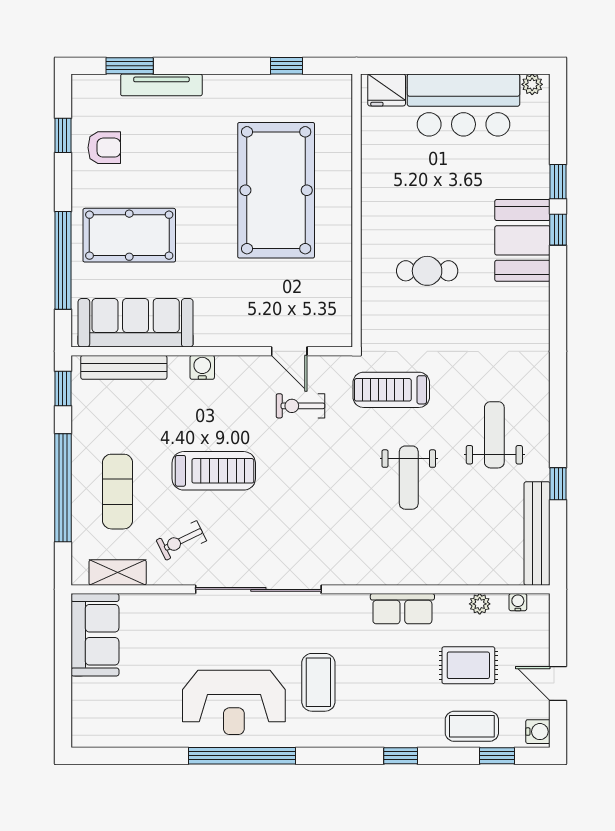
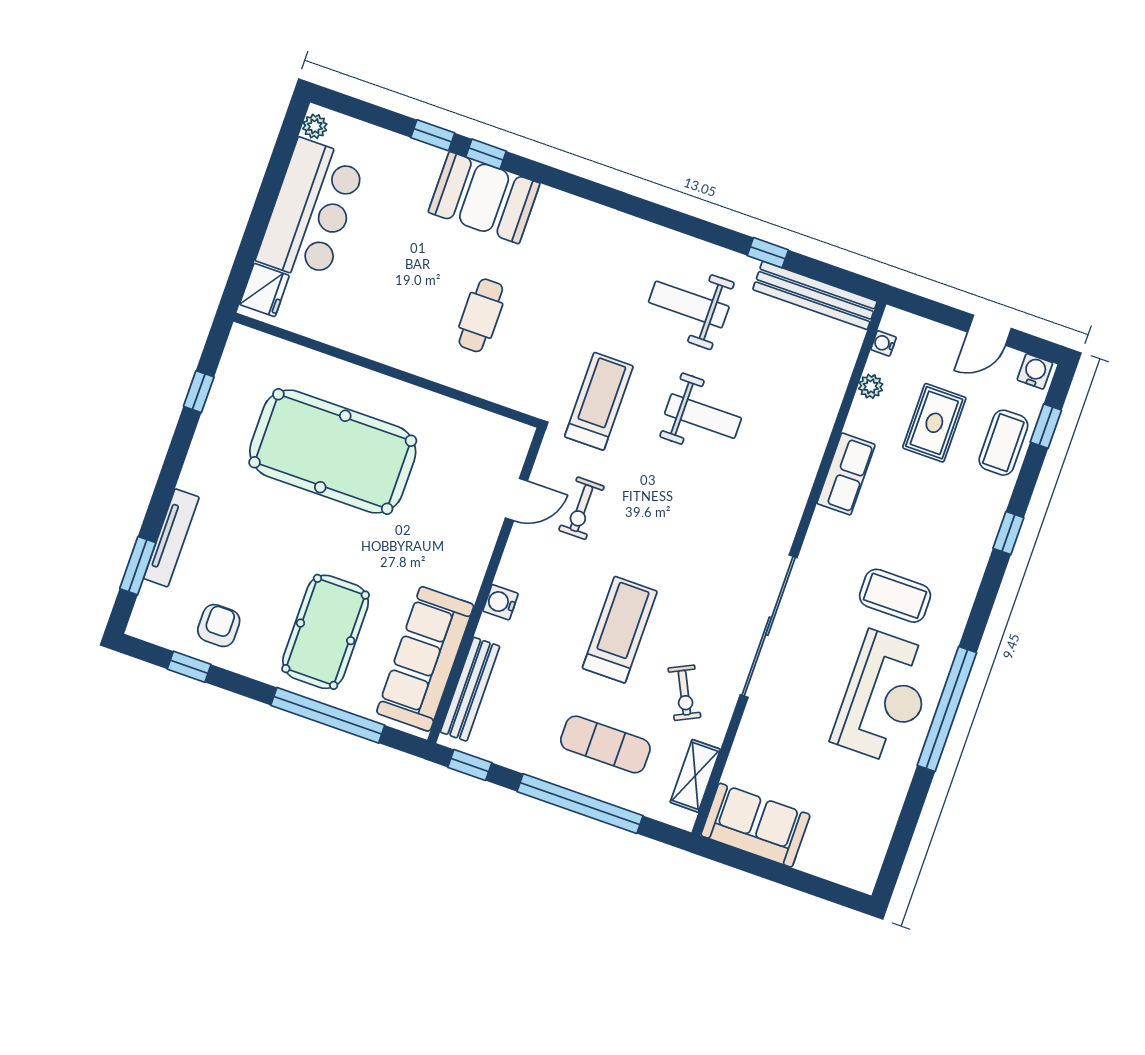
treadmill: (391, 390) -> (599, 401), turned 180

